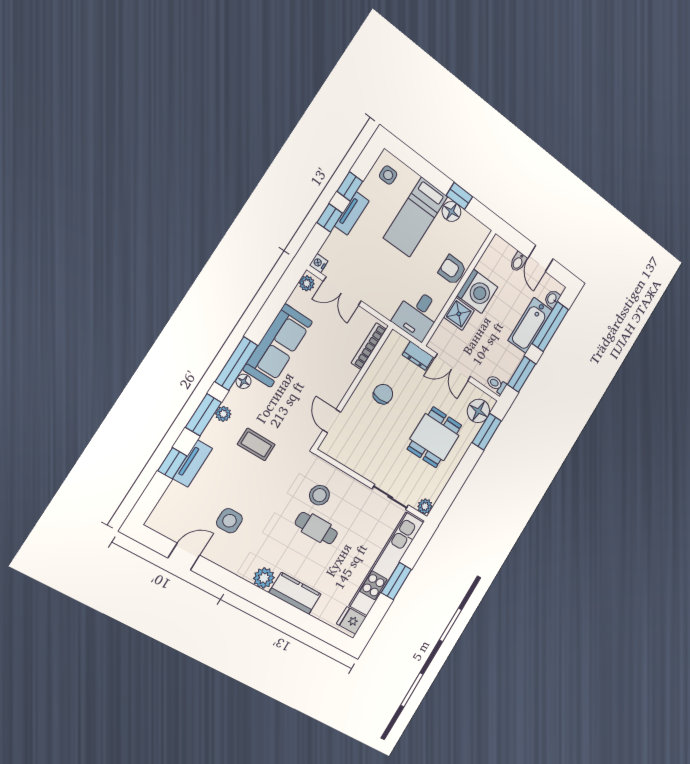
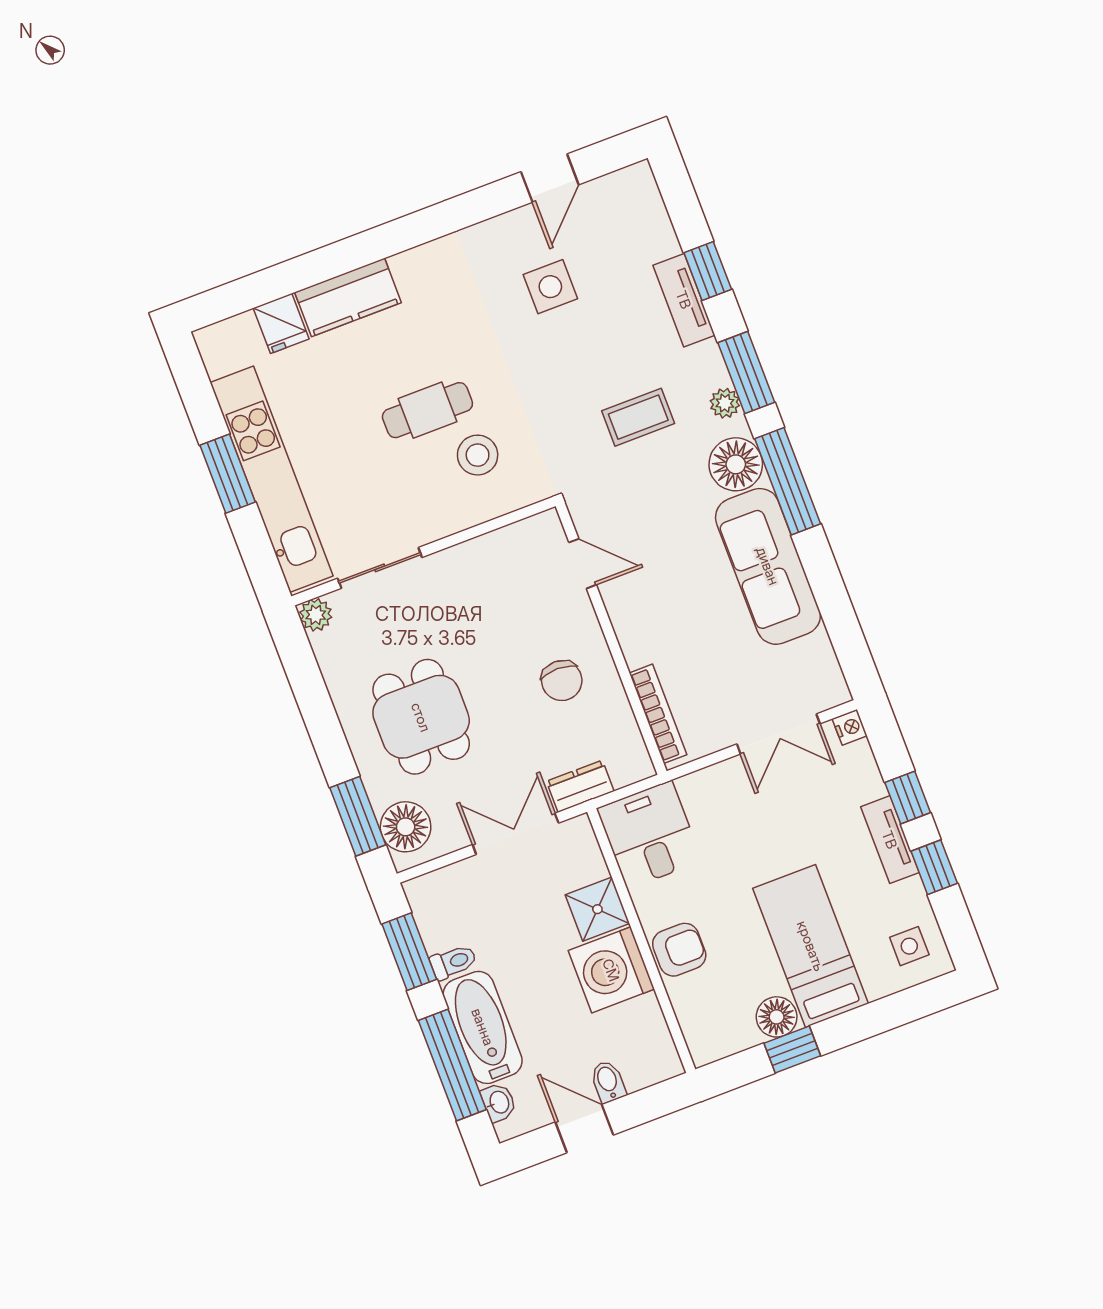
plant: (307, 283) -> (832, 685), removed
double door: (342, 291) -> (778, 734), swing flipped
floor lamp: (243, 381) -> (736, 464), width x1.89, depth x1.89
toilet: (496, 384) -> (453, 962), moved
plant: (264, 578) -> (415, 269), removed
fridge: (351, 620) -> (281, 323), moved, turned 90

